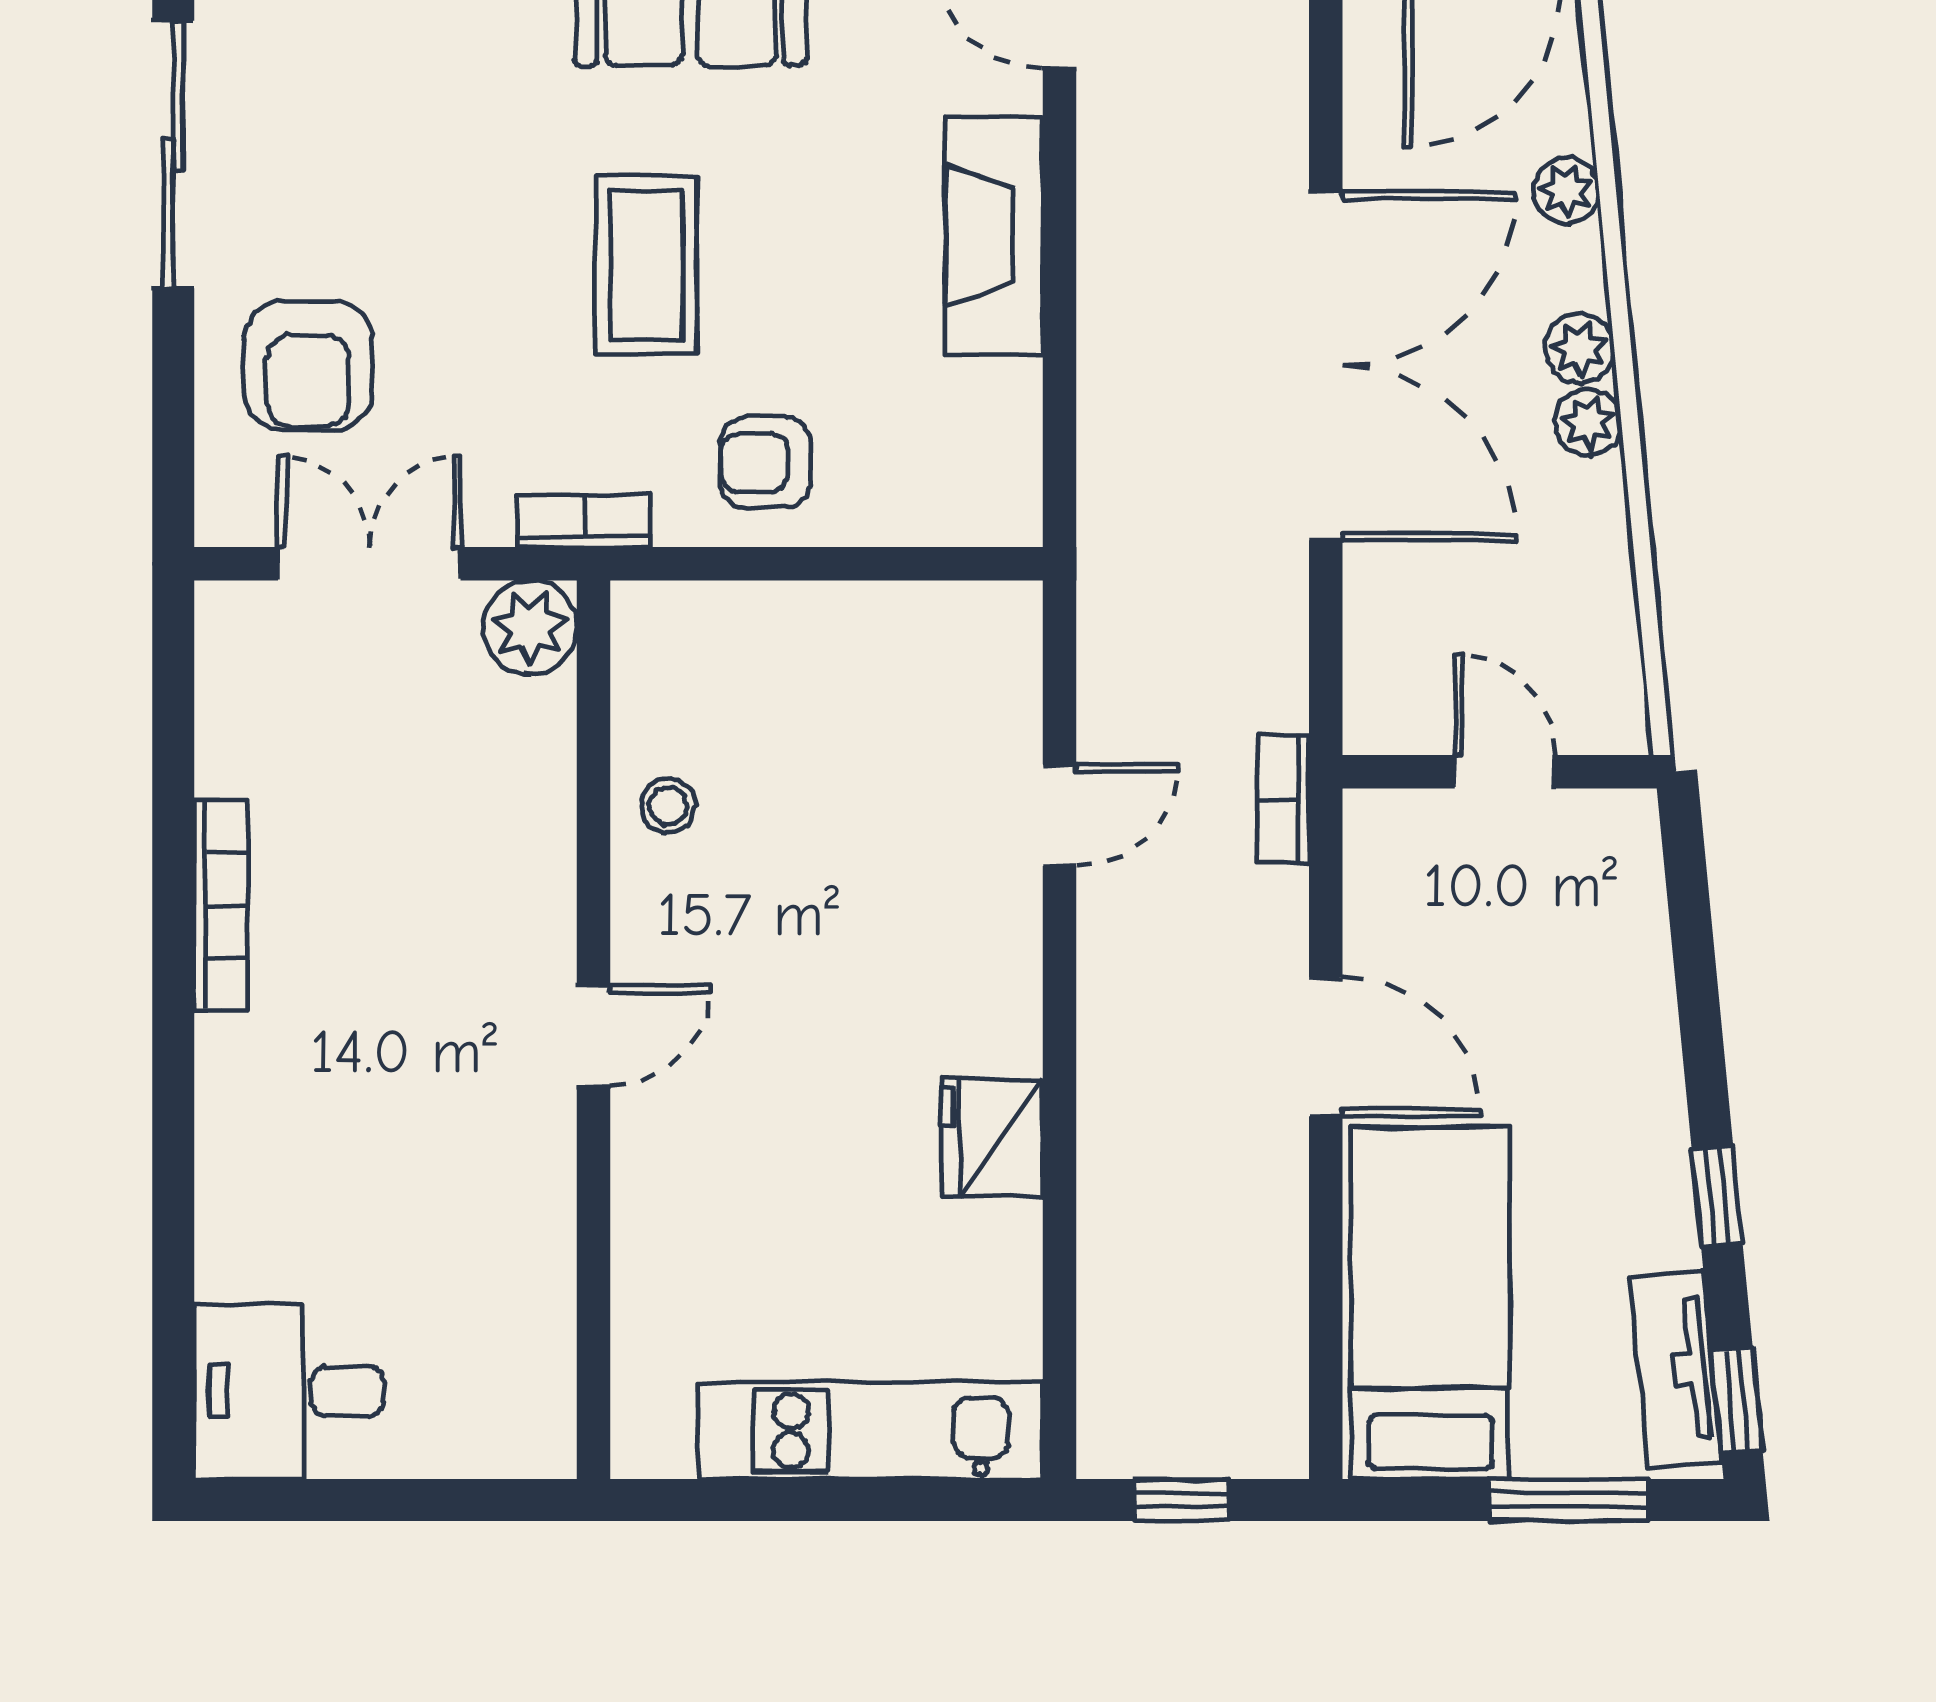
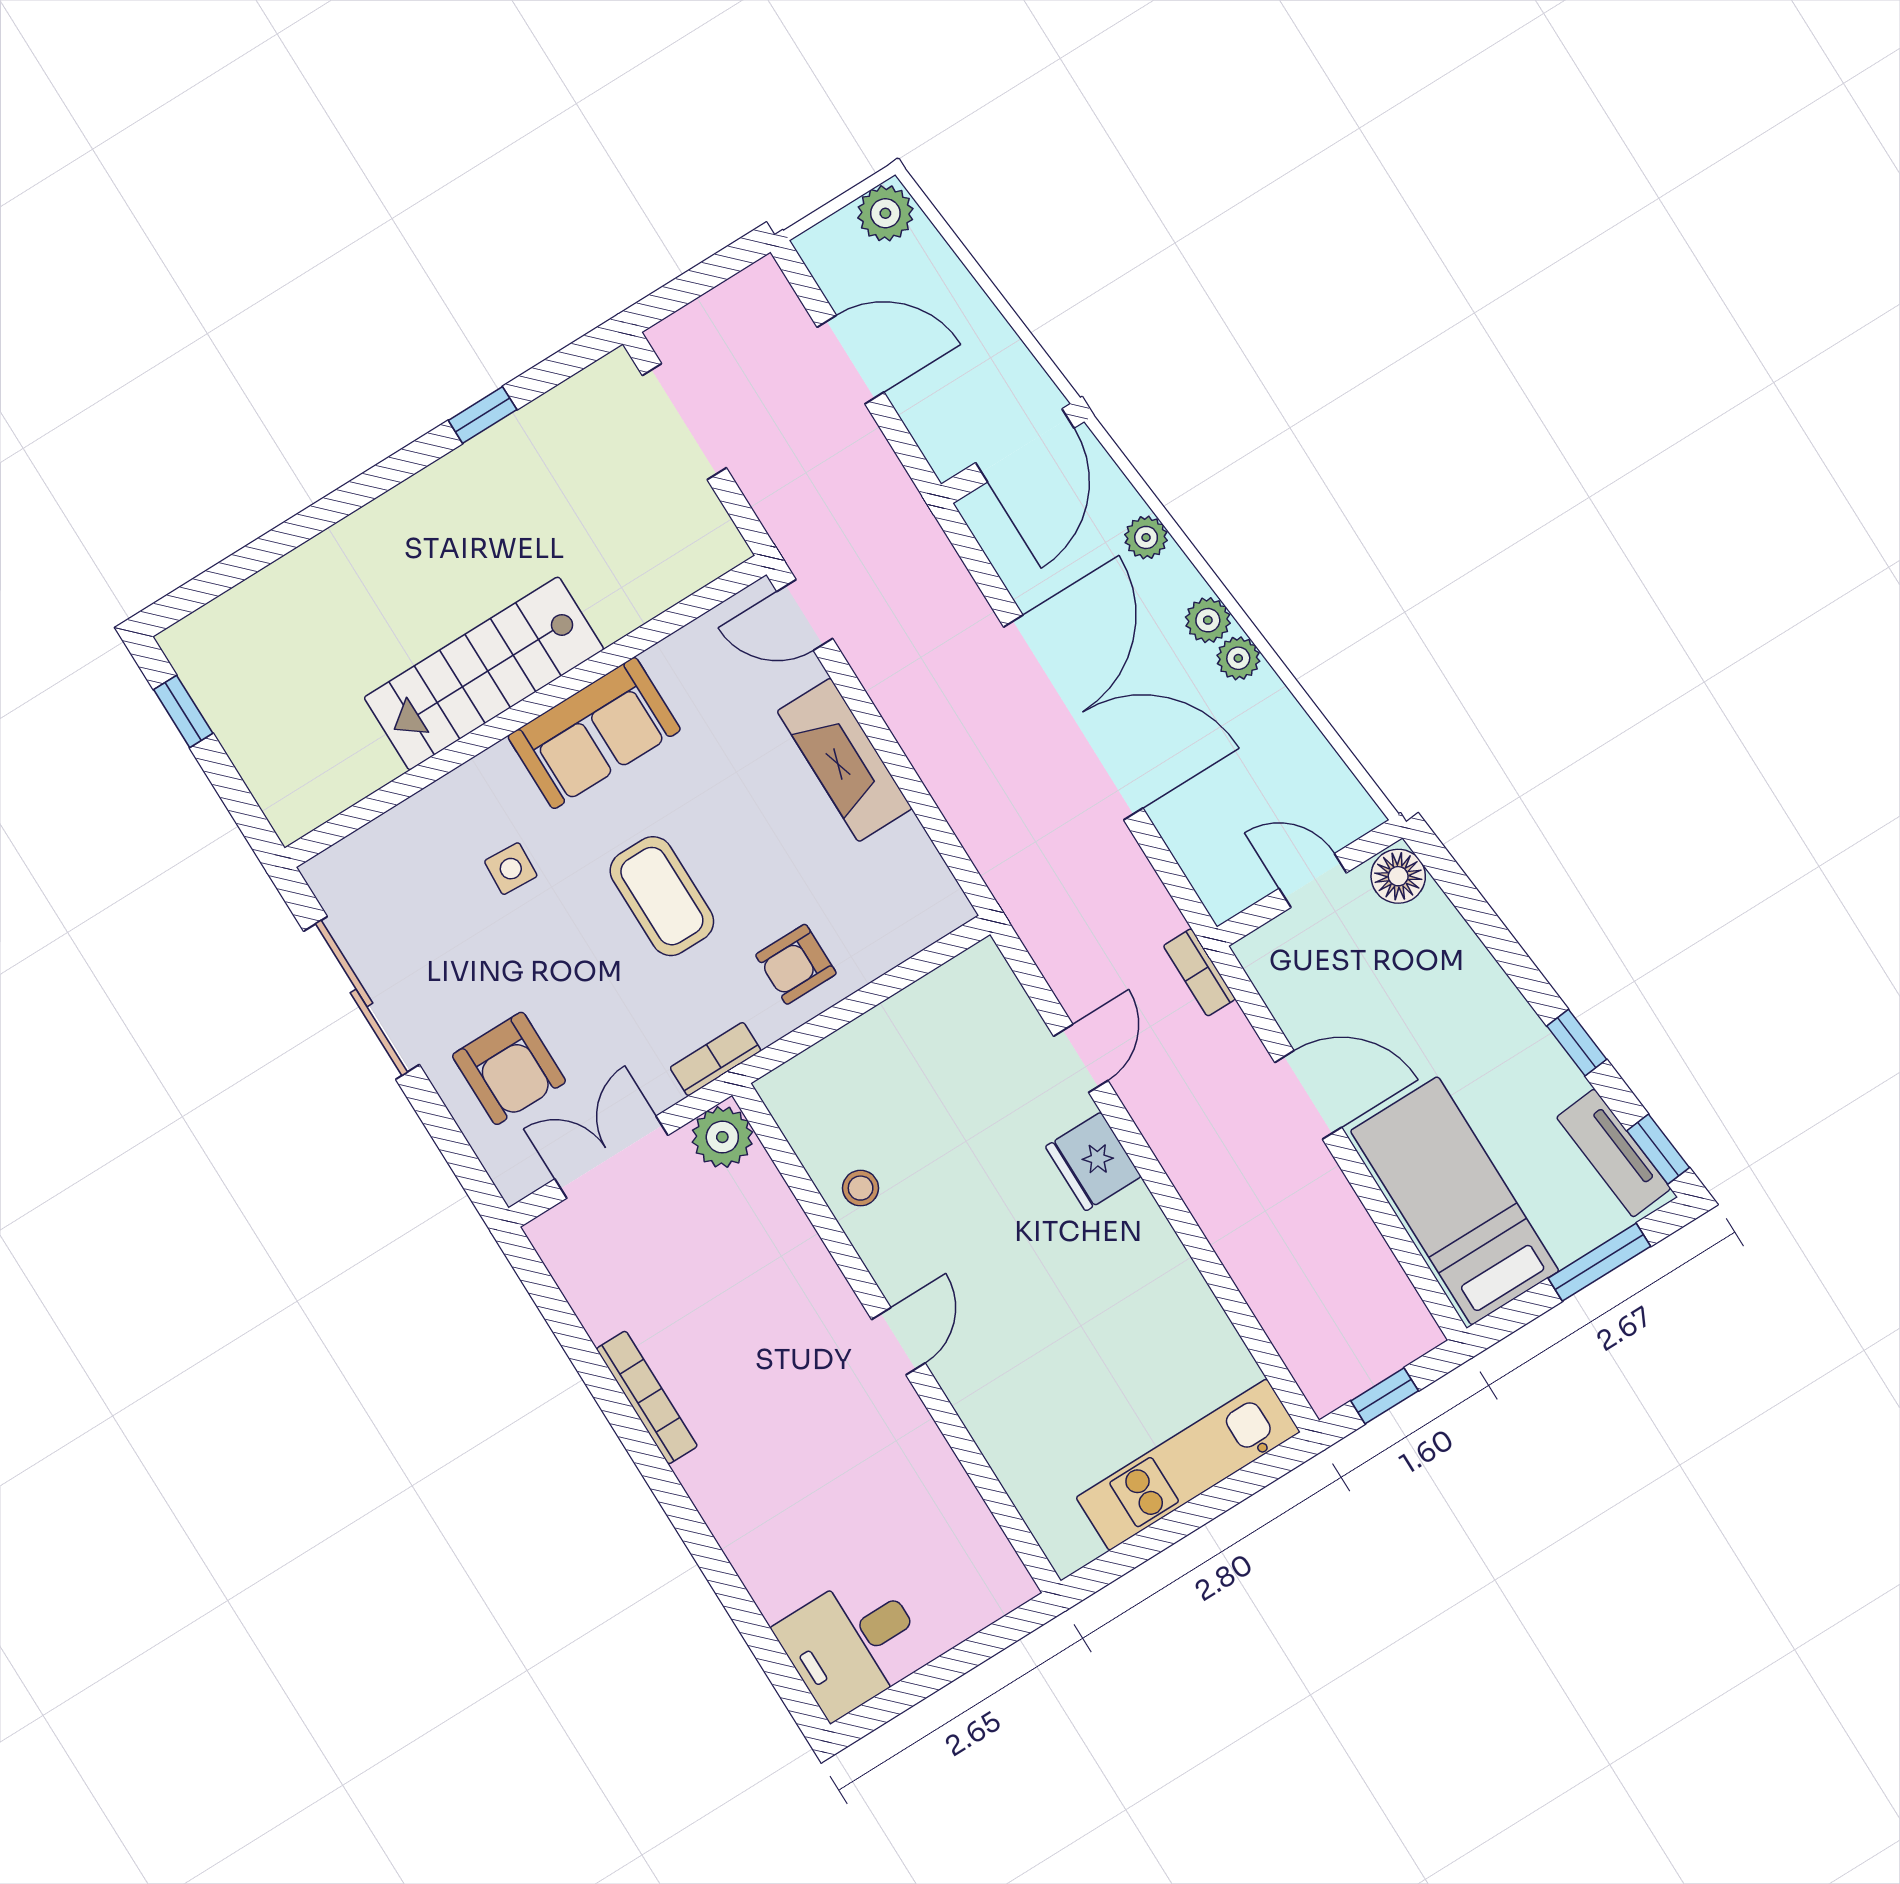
side table: (472, 107) -> (511, 869), added
floor lamp: (1620, 835) -> (1398, 876), added
fridge: (992, 1137) -> (1093, 1162), moved

